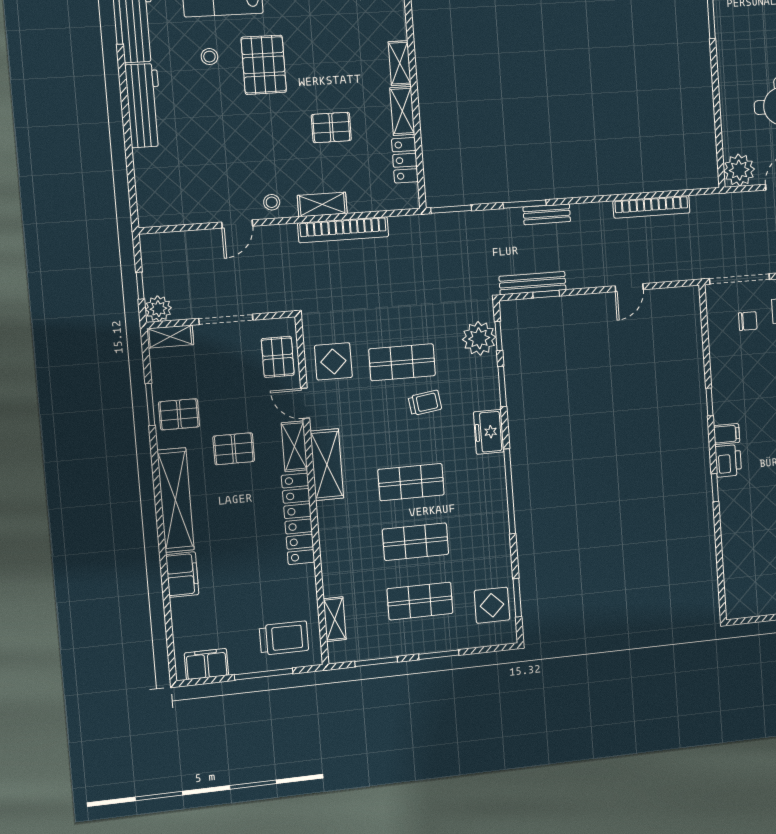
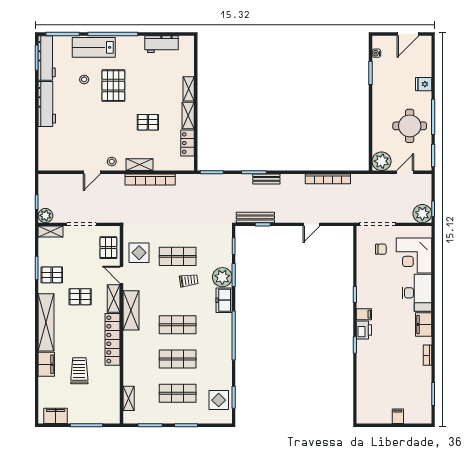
plant: (479, 338) -> (222, 277), moved
trolley: (284, 638) -> (79, 371), moved, turned -90

